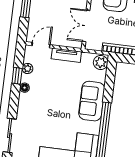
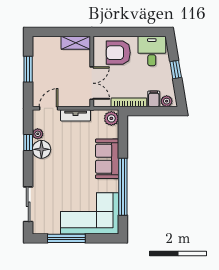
double door: (86, 26) -> (92, 83), swing flipped
floor lamp: (25, 88) -> (41, 149), width x1.89, depth x1.89

